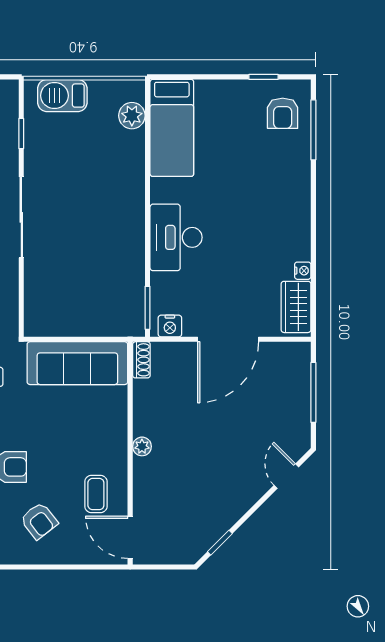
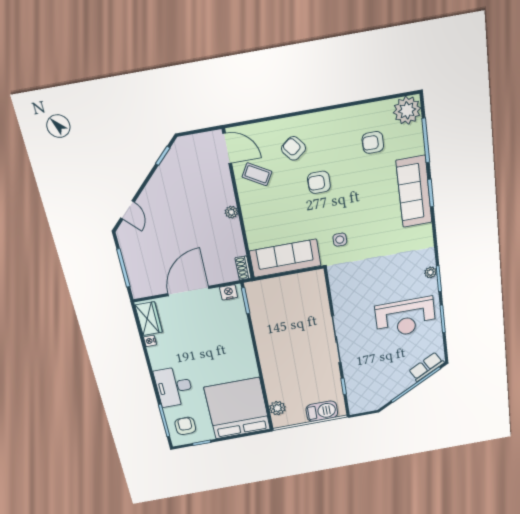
bed: (172, 128) -> (237, 408), width x2.04
desk: (176, 237) -> (174, 387), moved, turned 180
coffee table: (96, 494) -> (257, 174), turned -60

